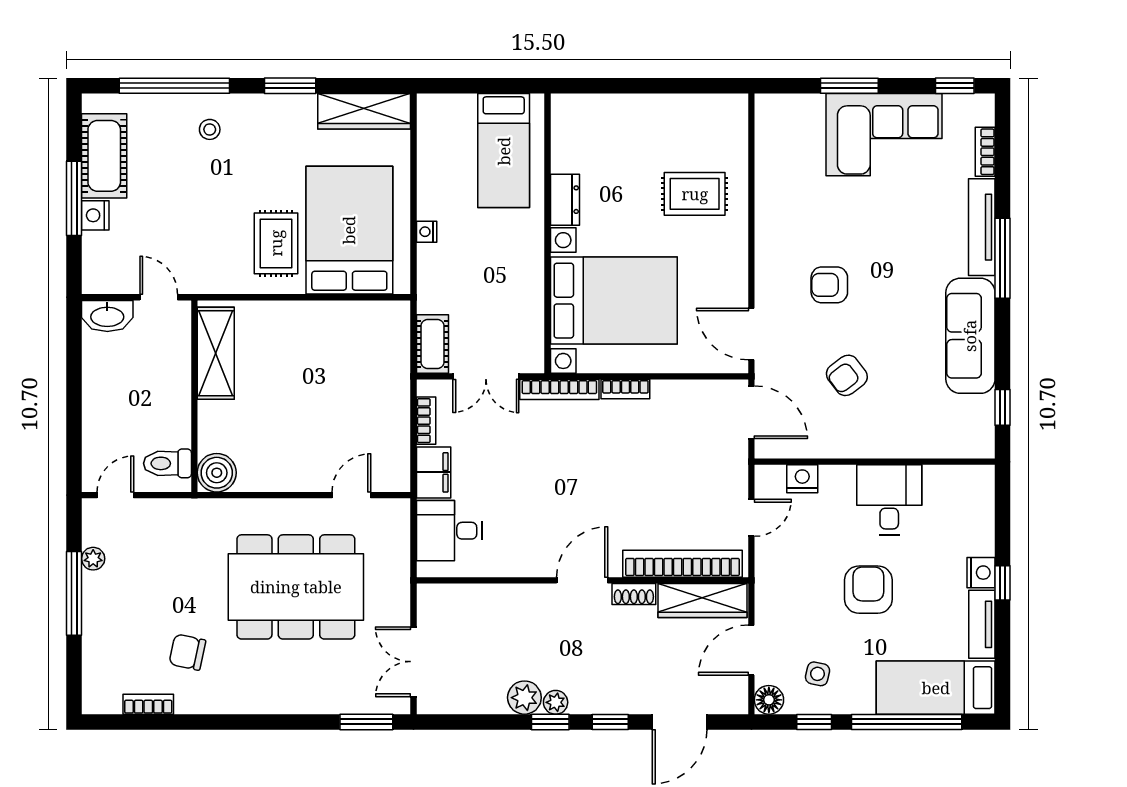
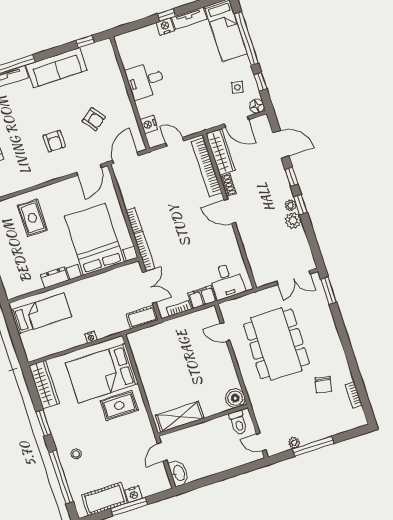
armchair: (868, 590) -> (190, 76), removed

